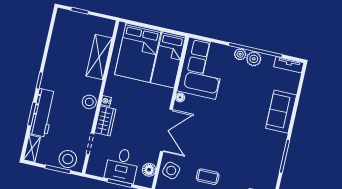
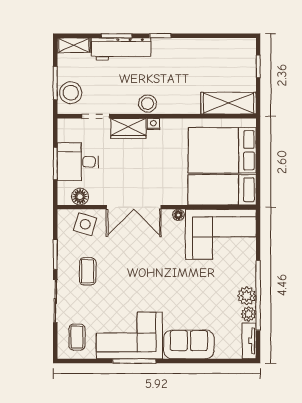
plant: (240, 54) -> (249, 314), moved
shelving: (99, 57) -> (229, 103), moved
corner sofa: (264, 156) -> (129, 335), added

